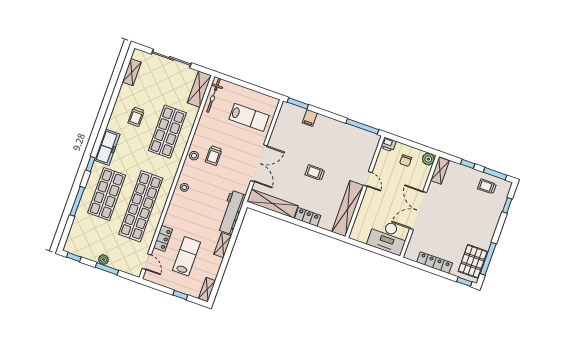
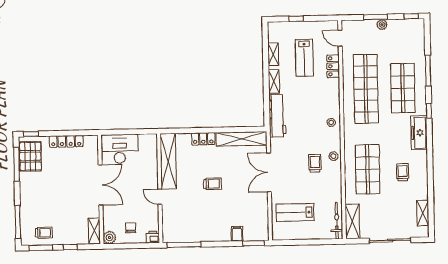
window: (507, 205) -> (18, 222), width x2.17
shelving: (207, 290) -> (273, 54), moved

